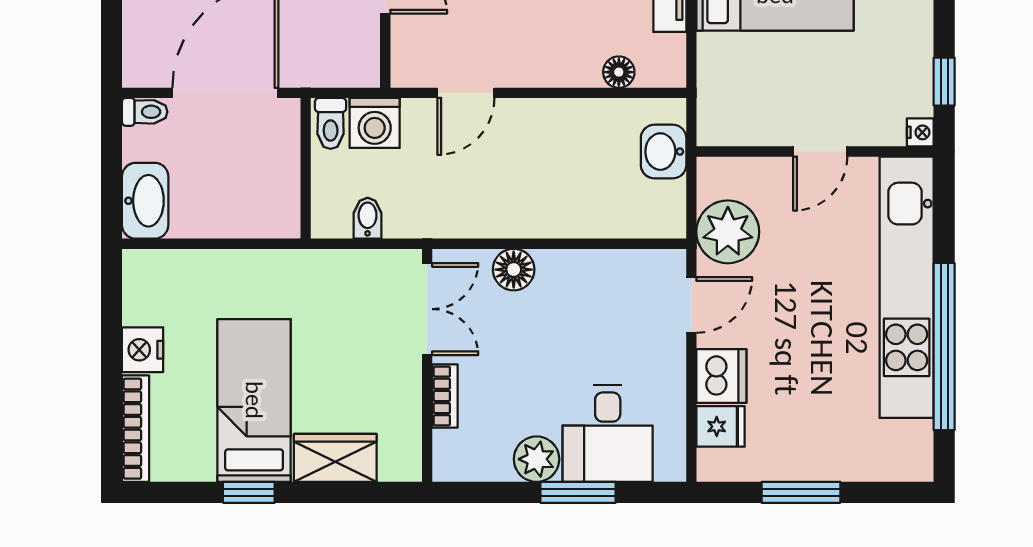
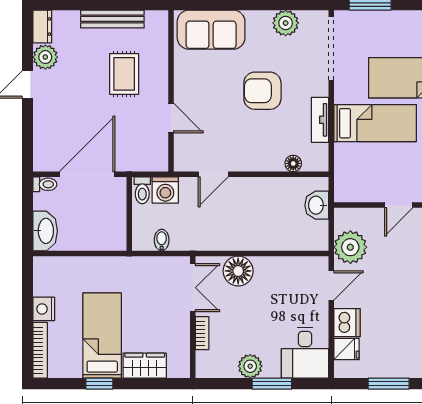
floor lamp: (514, 270) -> (238, 271), width x1.38, depth x1.38
desk: (608, 433) -> (305, 353), moved

